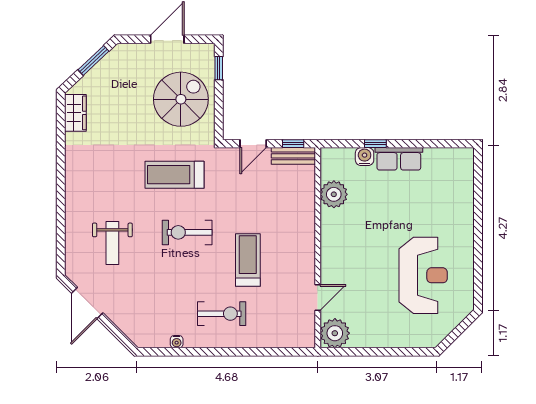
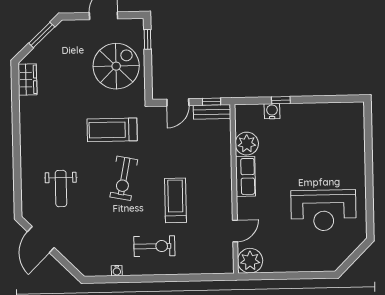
row of seats: (399, 159) -> (245, 176), moved, turned -90
exercise bike: (187, 232) -> (124, 178), turned -79
reception desk: (423, 275) -> (323, 210), turned 90

